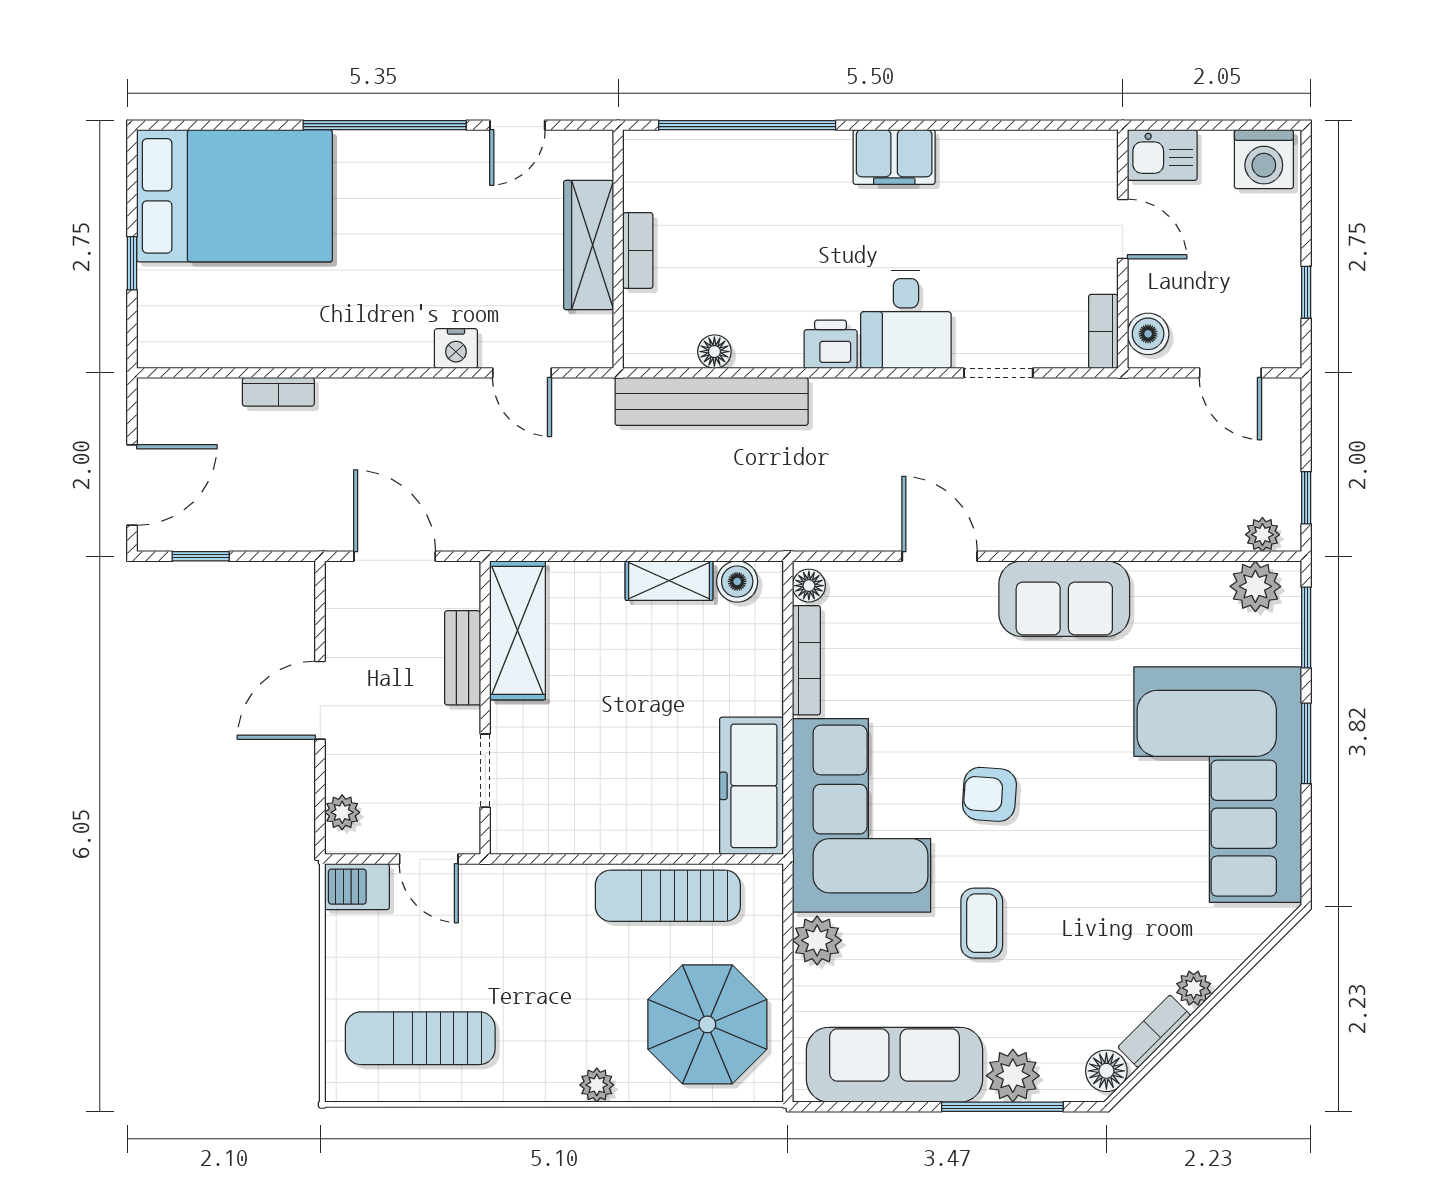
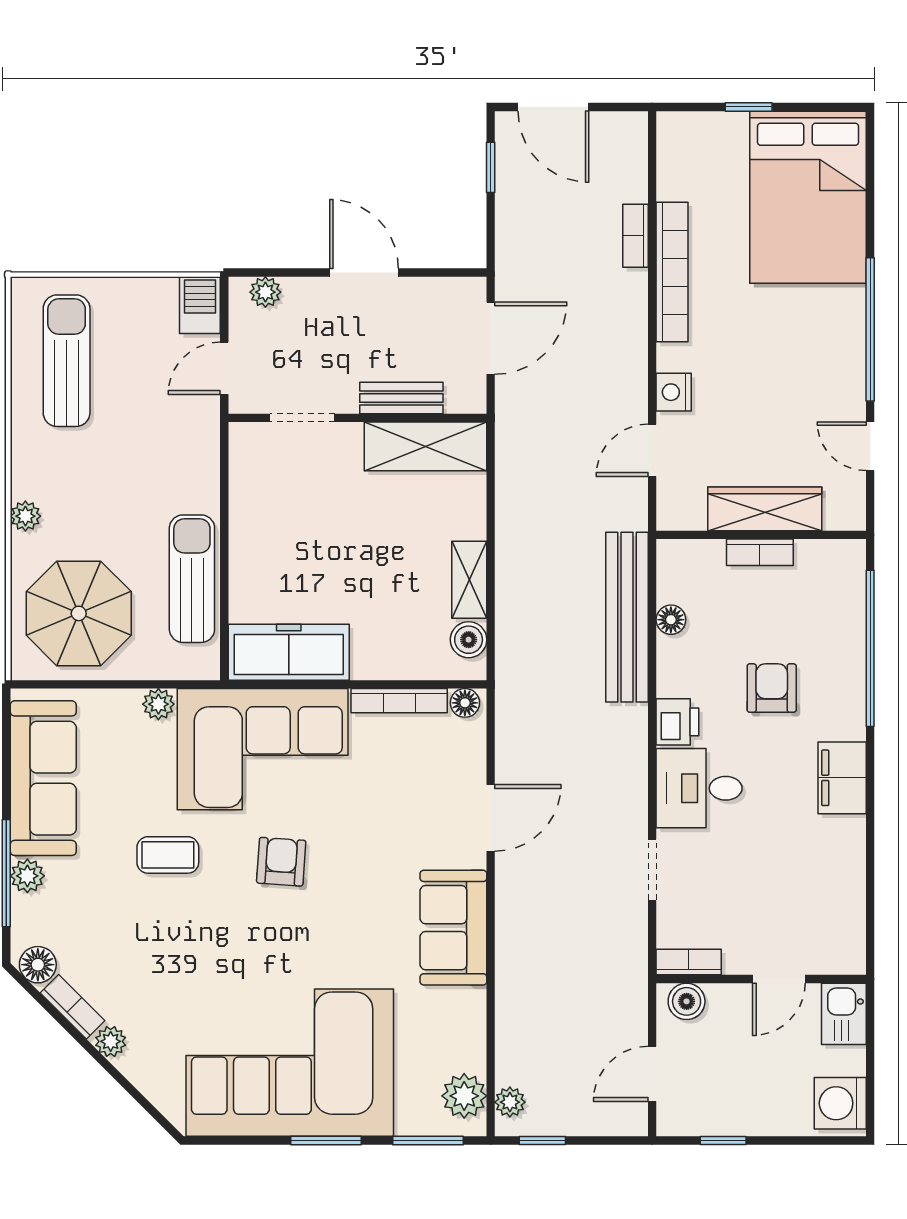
armchair: (792, 237) -> (772, 688), added
bookcase: (320, 350) -> (672, 272), added
plant: (817, 940) -> (158, 704), width x0.73, depth x0.73
plant: (1013, 1076) -> (27, 876), width x0.73, depth x0.73

